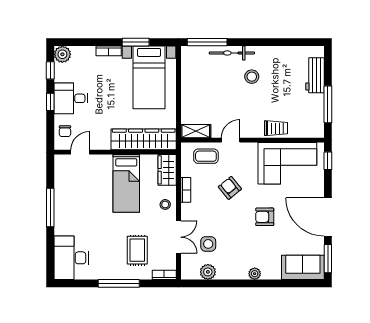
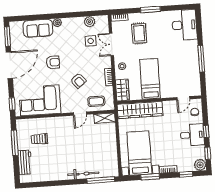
window: (84, 42) -> (186, 174), added
stool: (252, 77) -> (68, 158), removed
trolley: (276, 128) -> (39, 139), moved
door: (328, 217) -> (9, 65), hinge flipped
sofa: (303, 267) -> (38, 28), moved
window: (119, 283) -> (150, 9), width x0.69

